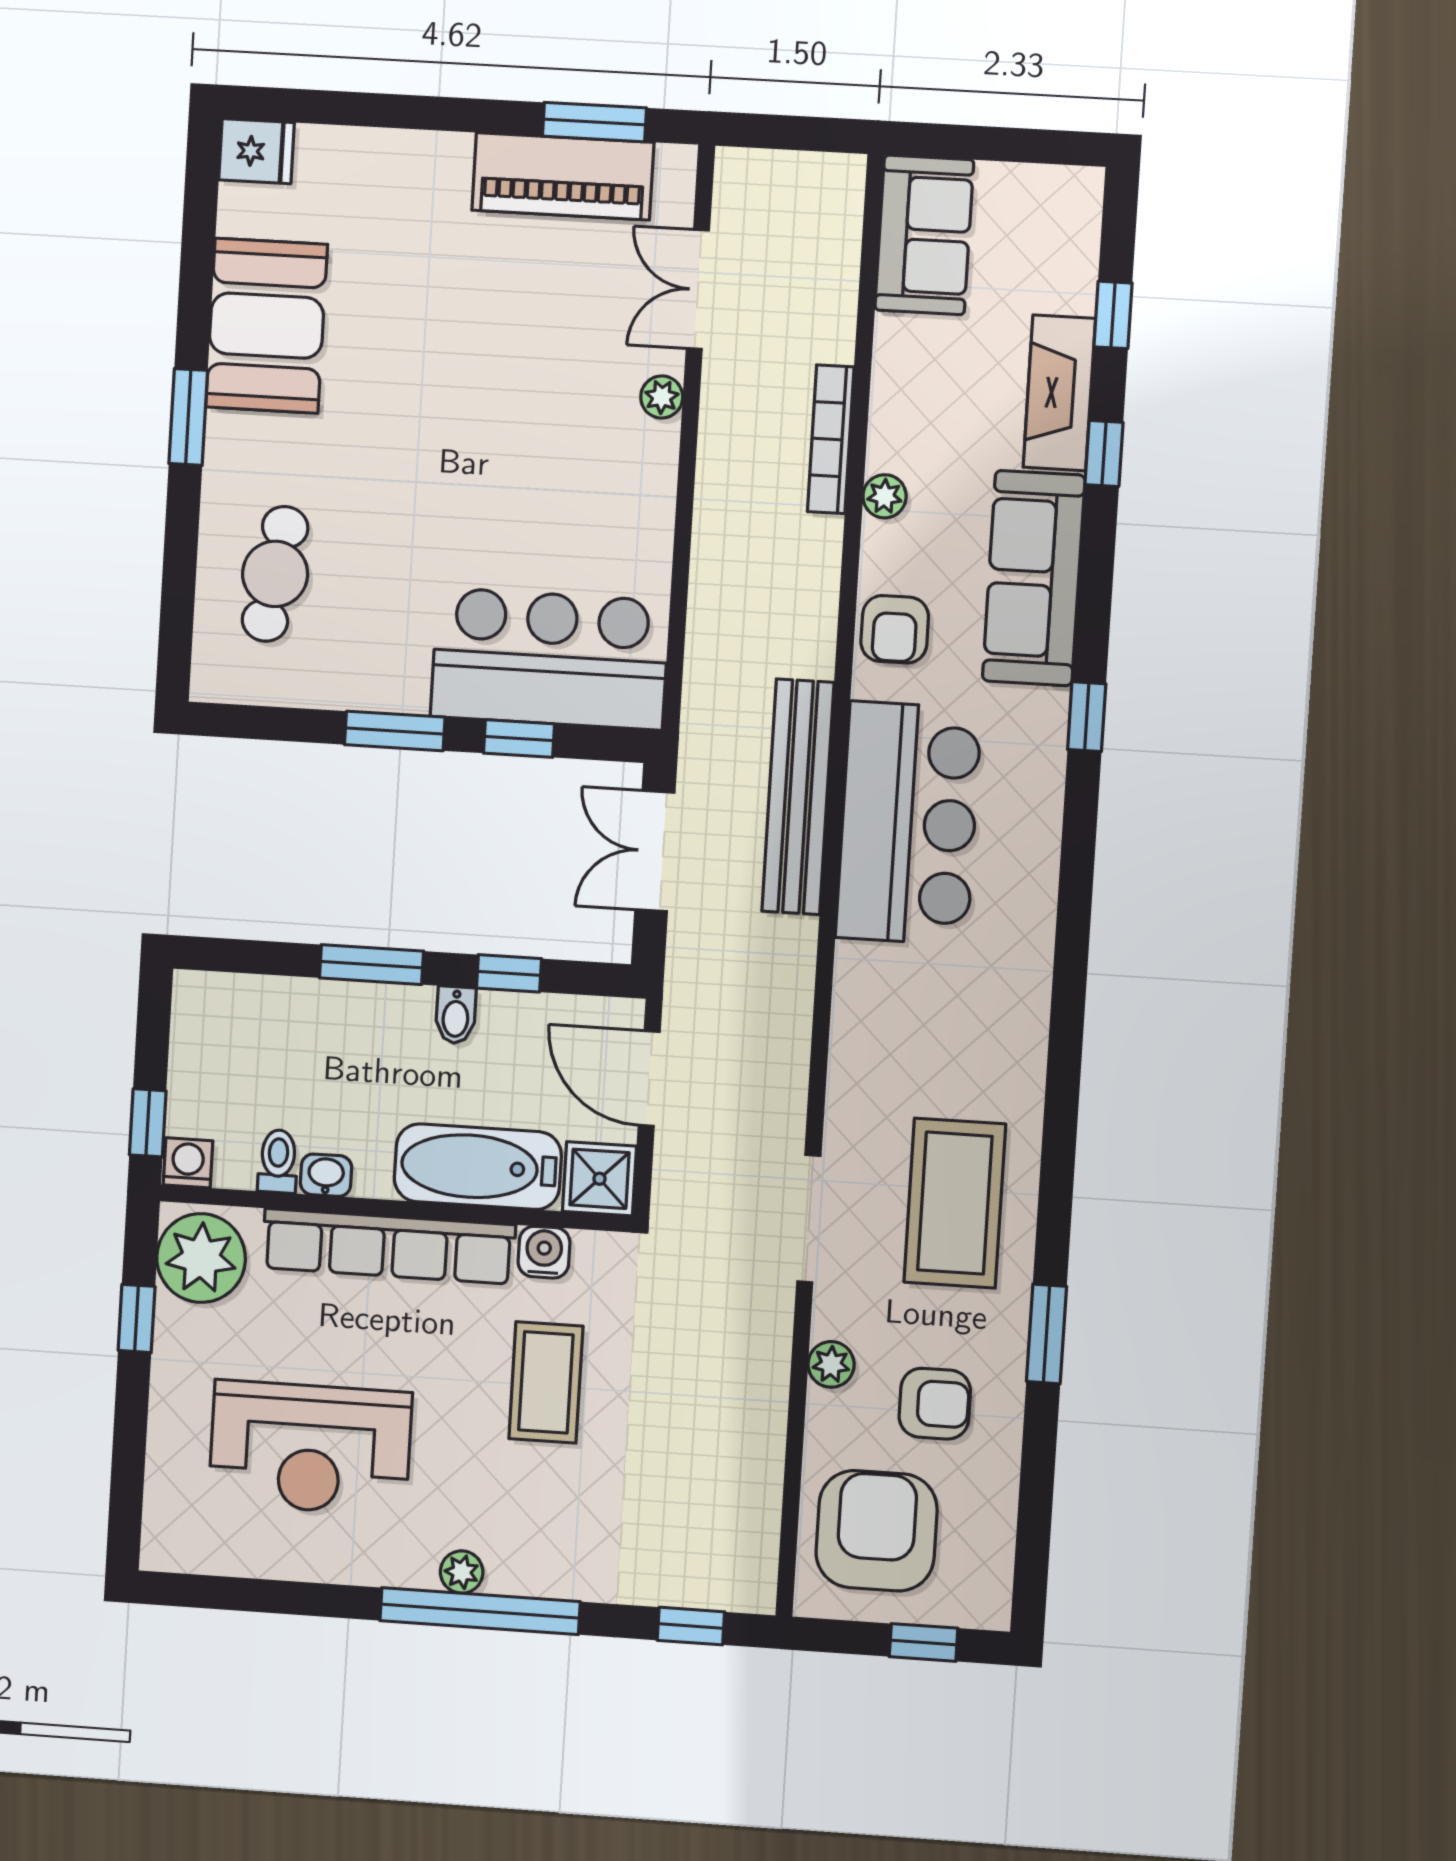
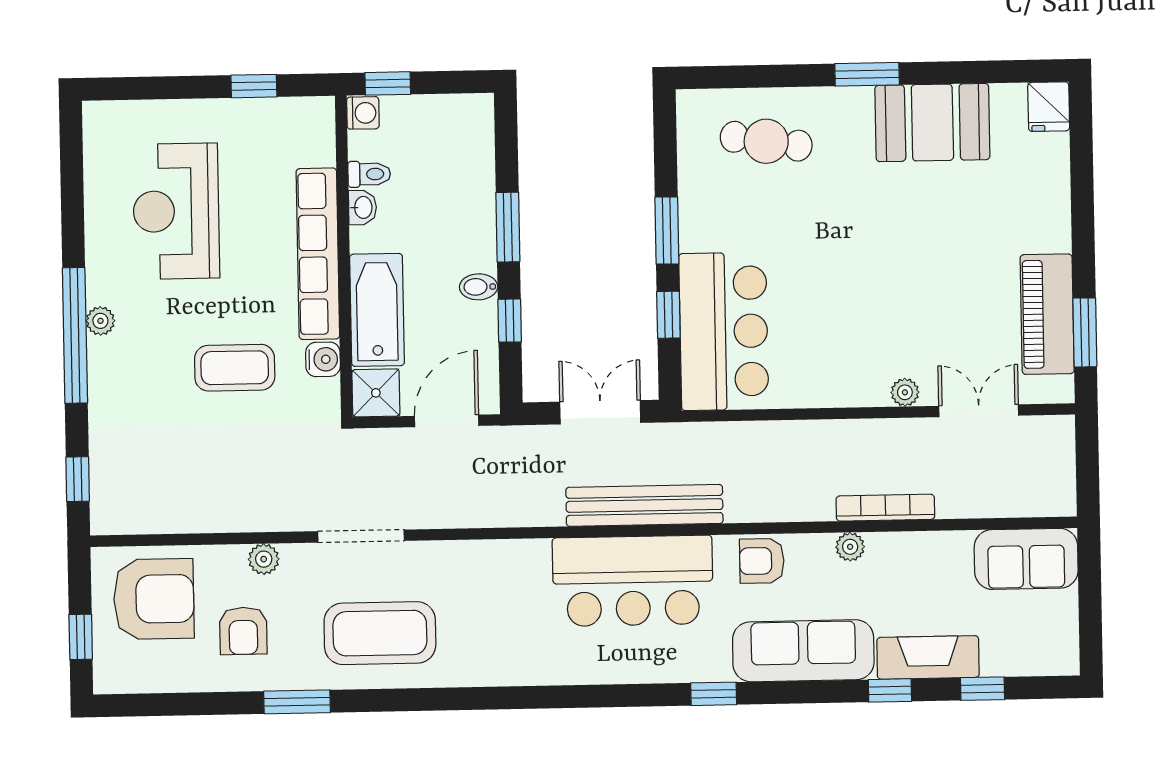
plant: (201, 1258) -> (299, 127), removed

